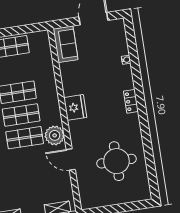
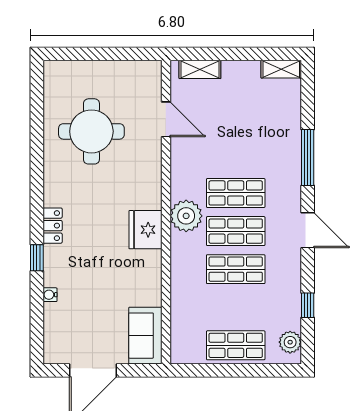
window: (137, 81) -> (37, 258), added
plant: (55, 135) -> (186, 216), moved
door: (71, 160) -> (166, 119), moved

